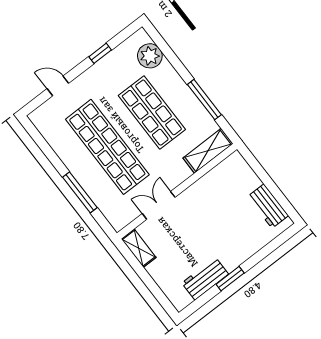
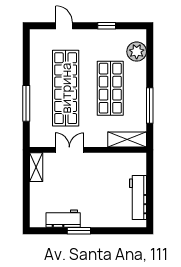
workbench: (268, 206) -> (138, 197), width x1.37

